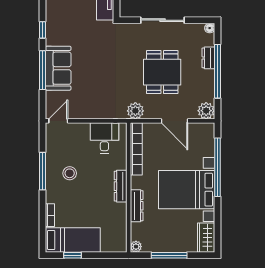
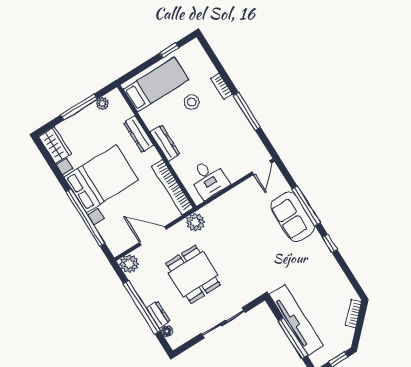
floor lamp: (210, 28) -> (167, 331), moved
stool: (70, 173) -> (192, 102), moved
bookcase: (50, 215) -> (221, 86), moved
bed: (73, 240) -> (156, 84), moved, turned 180
plant: (136, 247) -> (102, 104), moved

